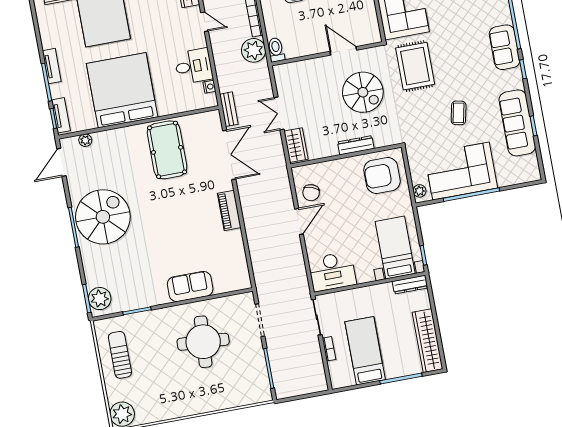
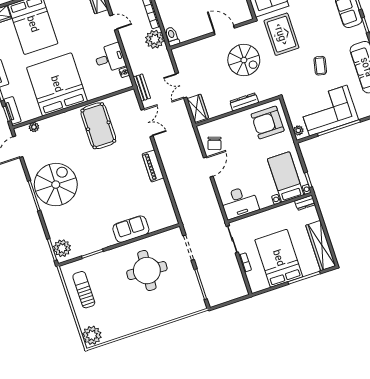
double door: (229, 155) -> (147, 123), width x0.73
dresser: (410, 285) -> (305, 203), width x0.70
bed: (365, 351) -> (279, 258), width x1.50

